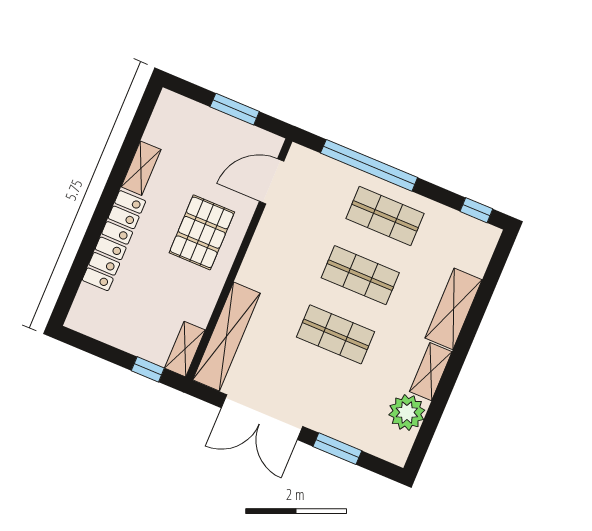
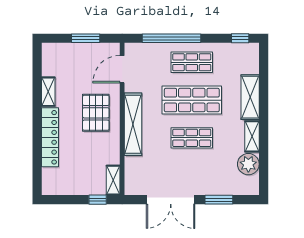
shop shelf: (360, 275) -> (192, 100), width x1.43, depth x1.36
shelving: (227, 337) -> (133, 124), moved

